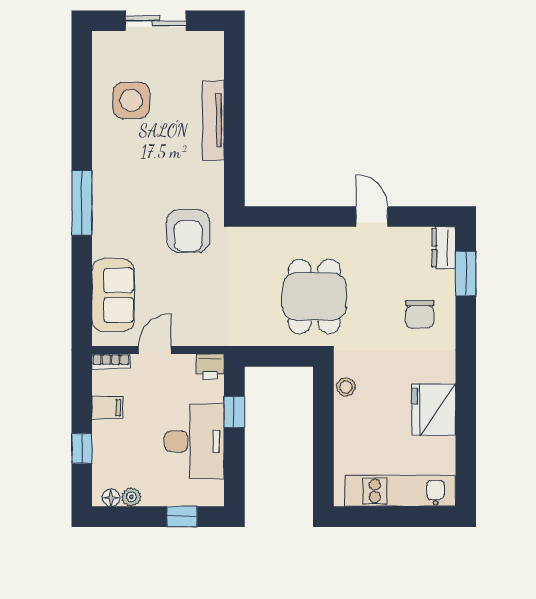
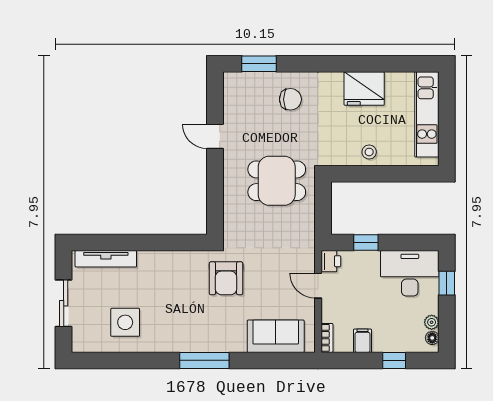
tv unit: (213, 120) -> (106, 259), moved
door: (372, 217) -> (215, 136), hinge flipped
armchair: (188, 231) -> (226, 278), turned 90
dresser: (444, 248) -> (239, 81), removed
door: (155, 350) -> (318, 286), moved
stool: (346, 387) -> (369, 152), moved
desk: (195, 441) -> (410, 273), moved

